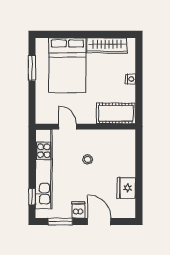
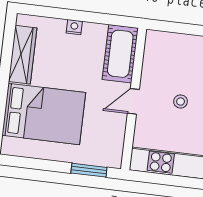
window: (32, 68) -> (89, 170), moved
door: (68, 127) -> (133, 101), moved

